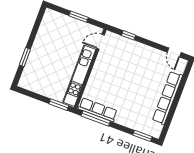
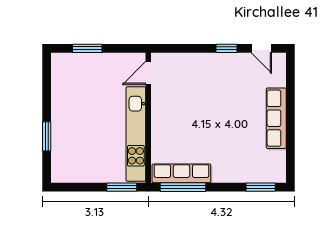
window: (79, 17) -> (87, 48), moved
window: (129, 35) -> (227, 48), moved
row of seats: (167, 98) -> (276, 118), width x0.73

